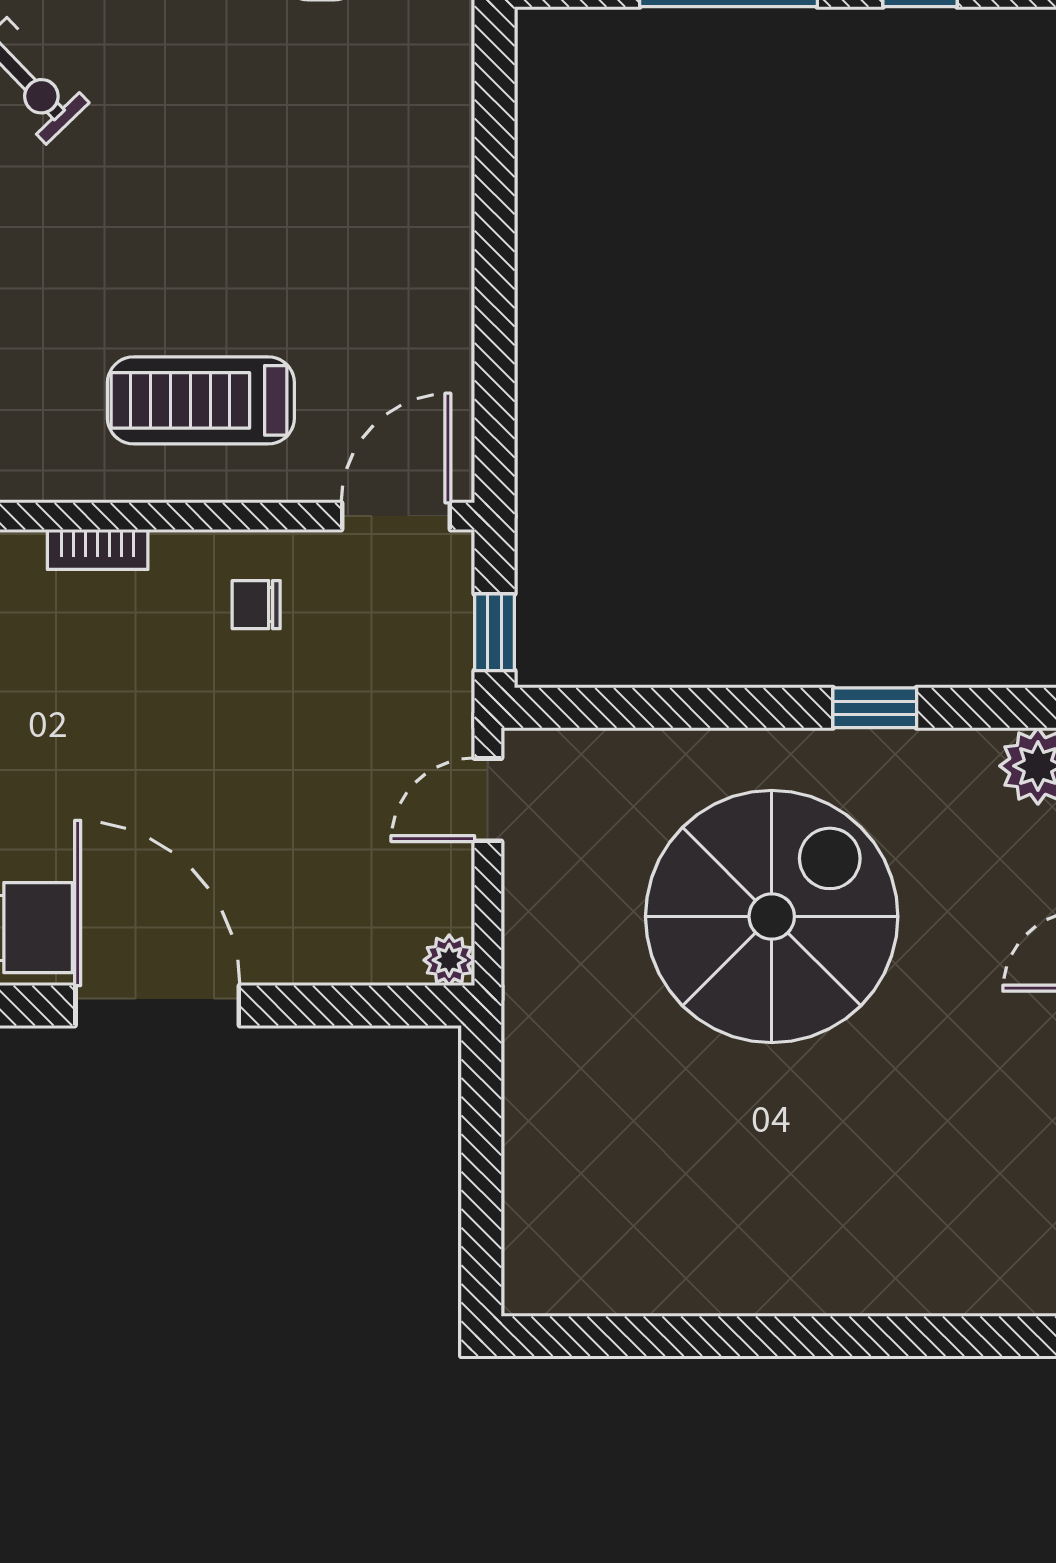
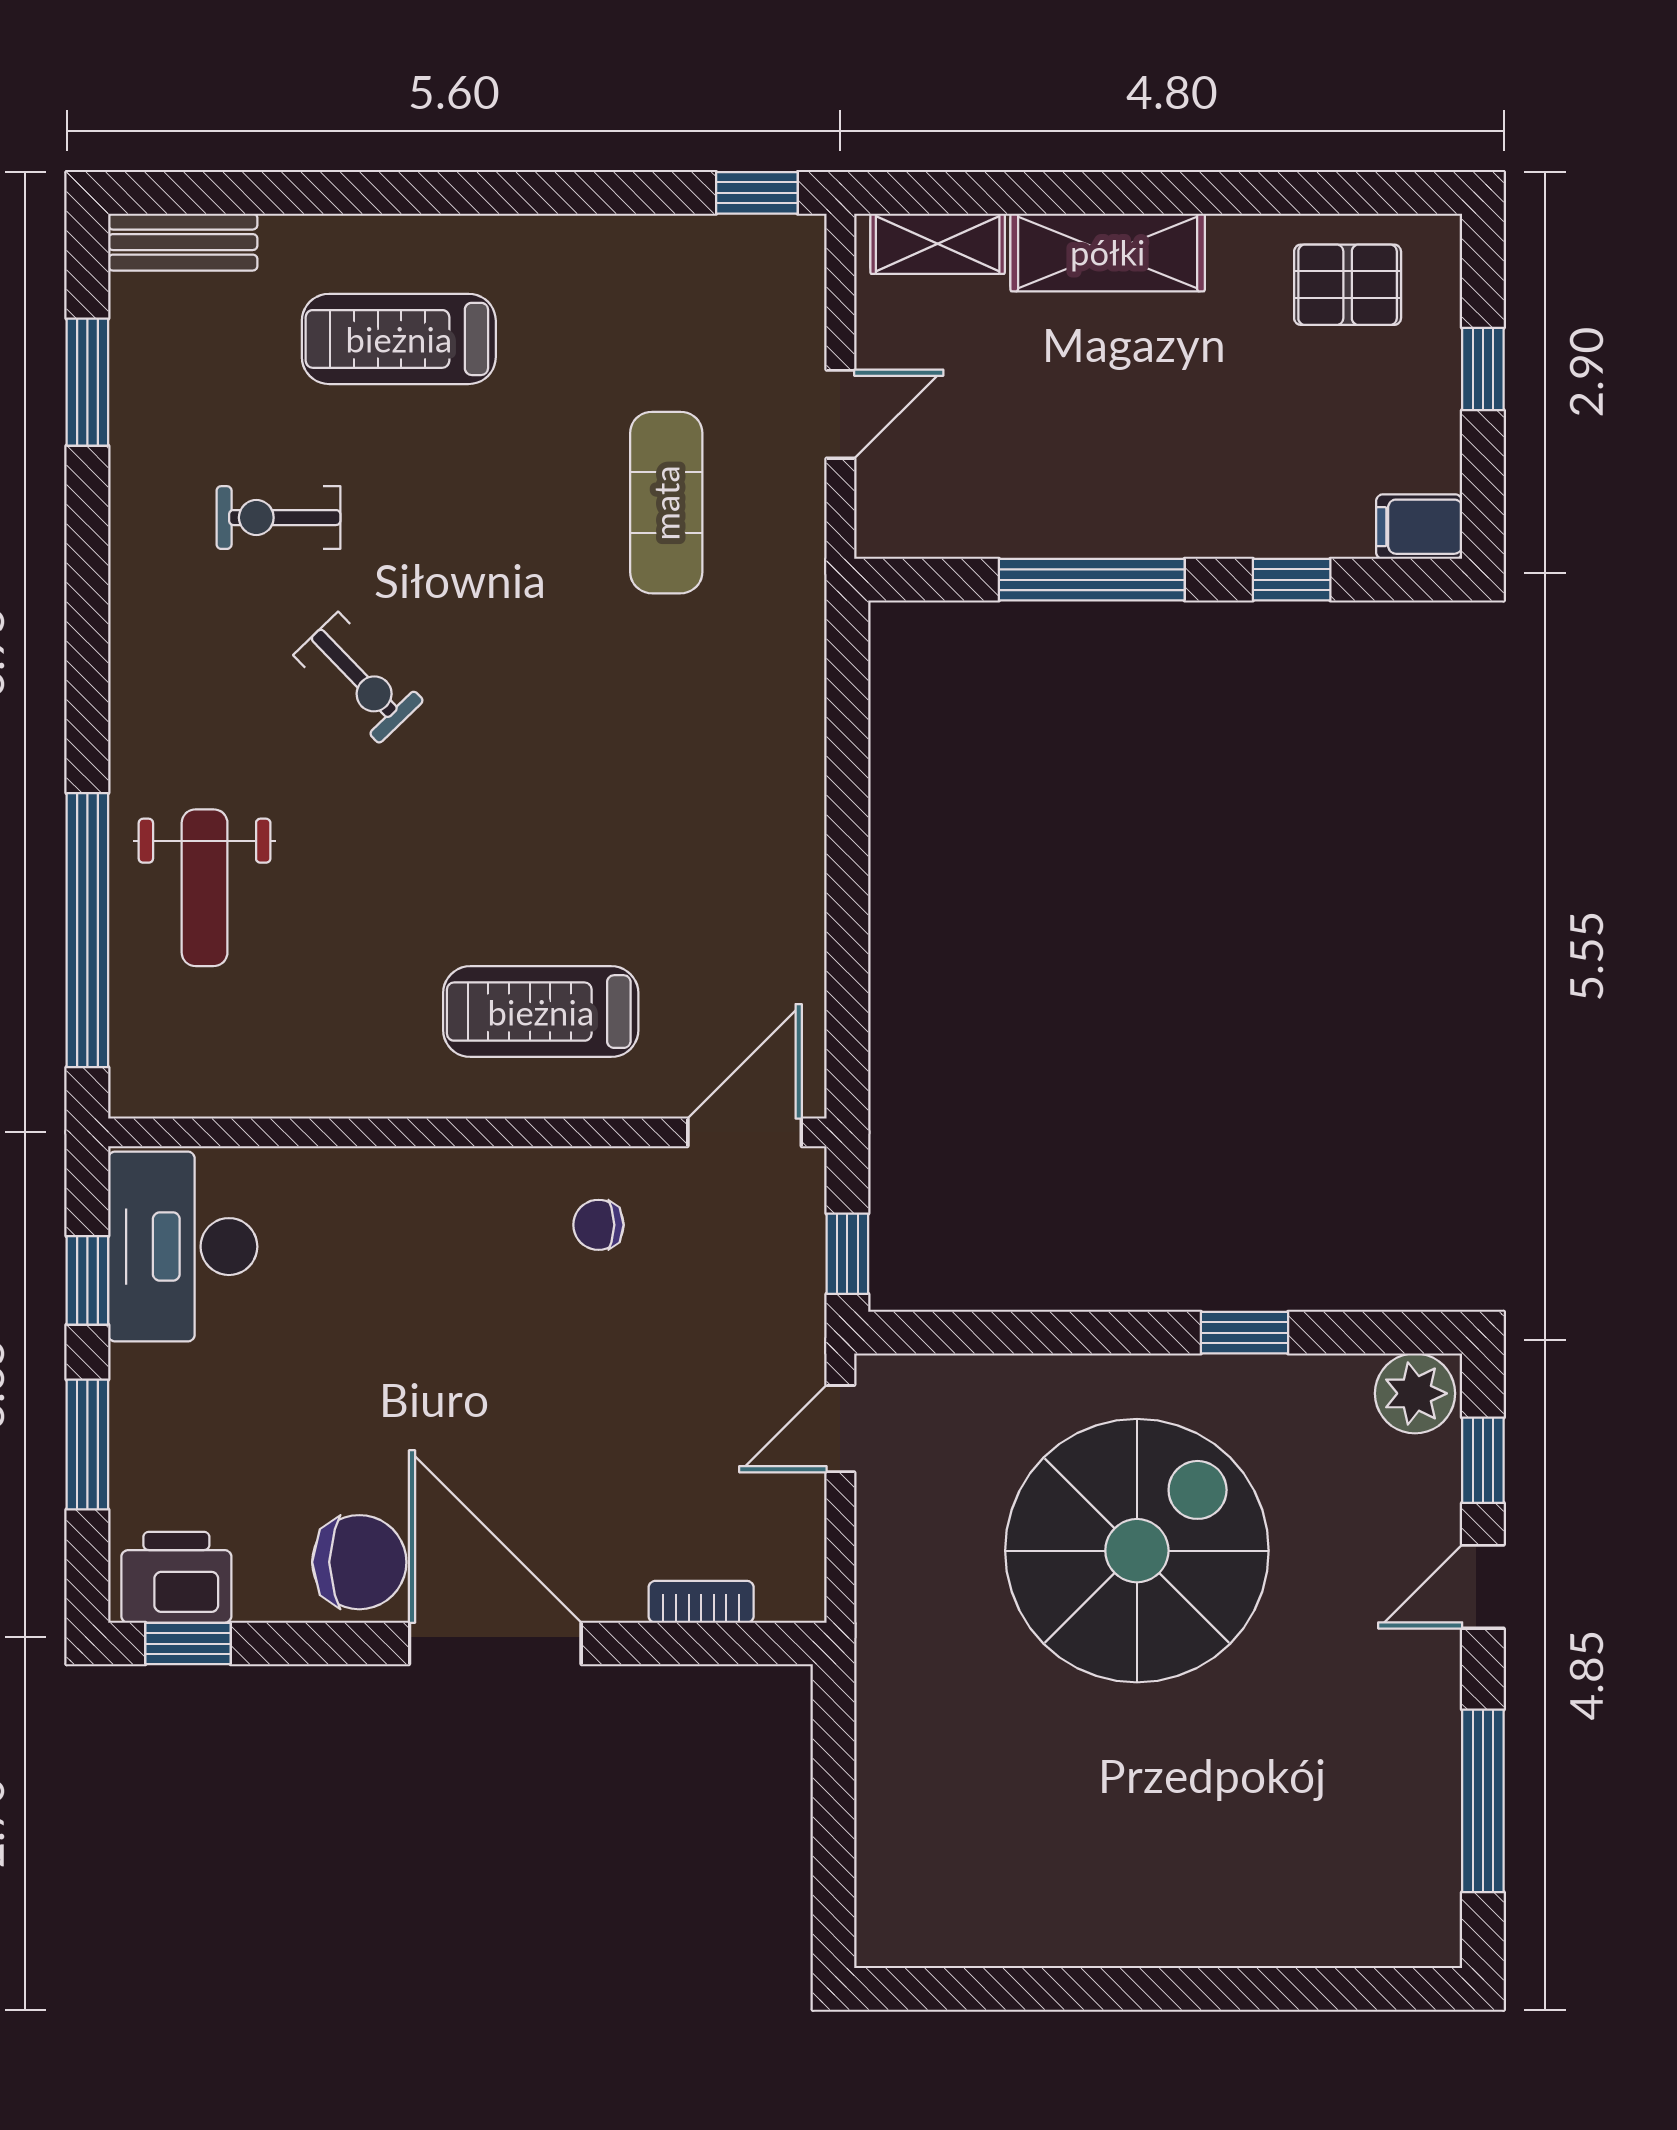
bookcase: (98, 549) -> (701, 1602), moved, turned 180
plant: (449, 960) -> (800, 1596), removed

